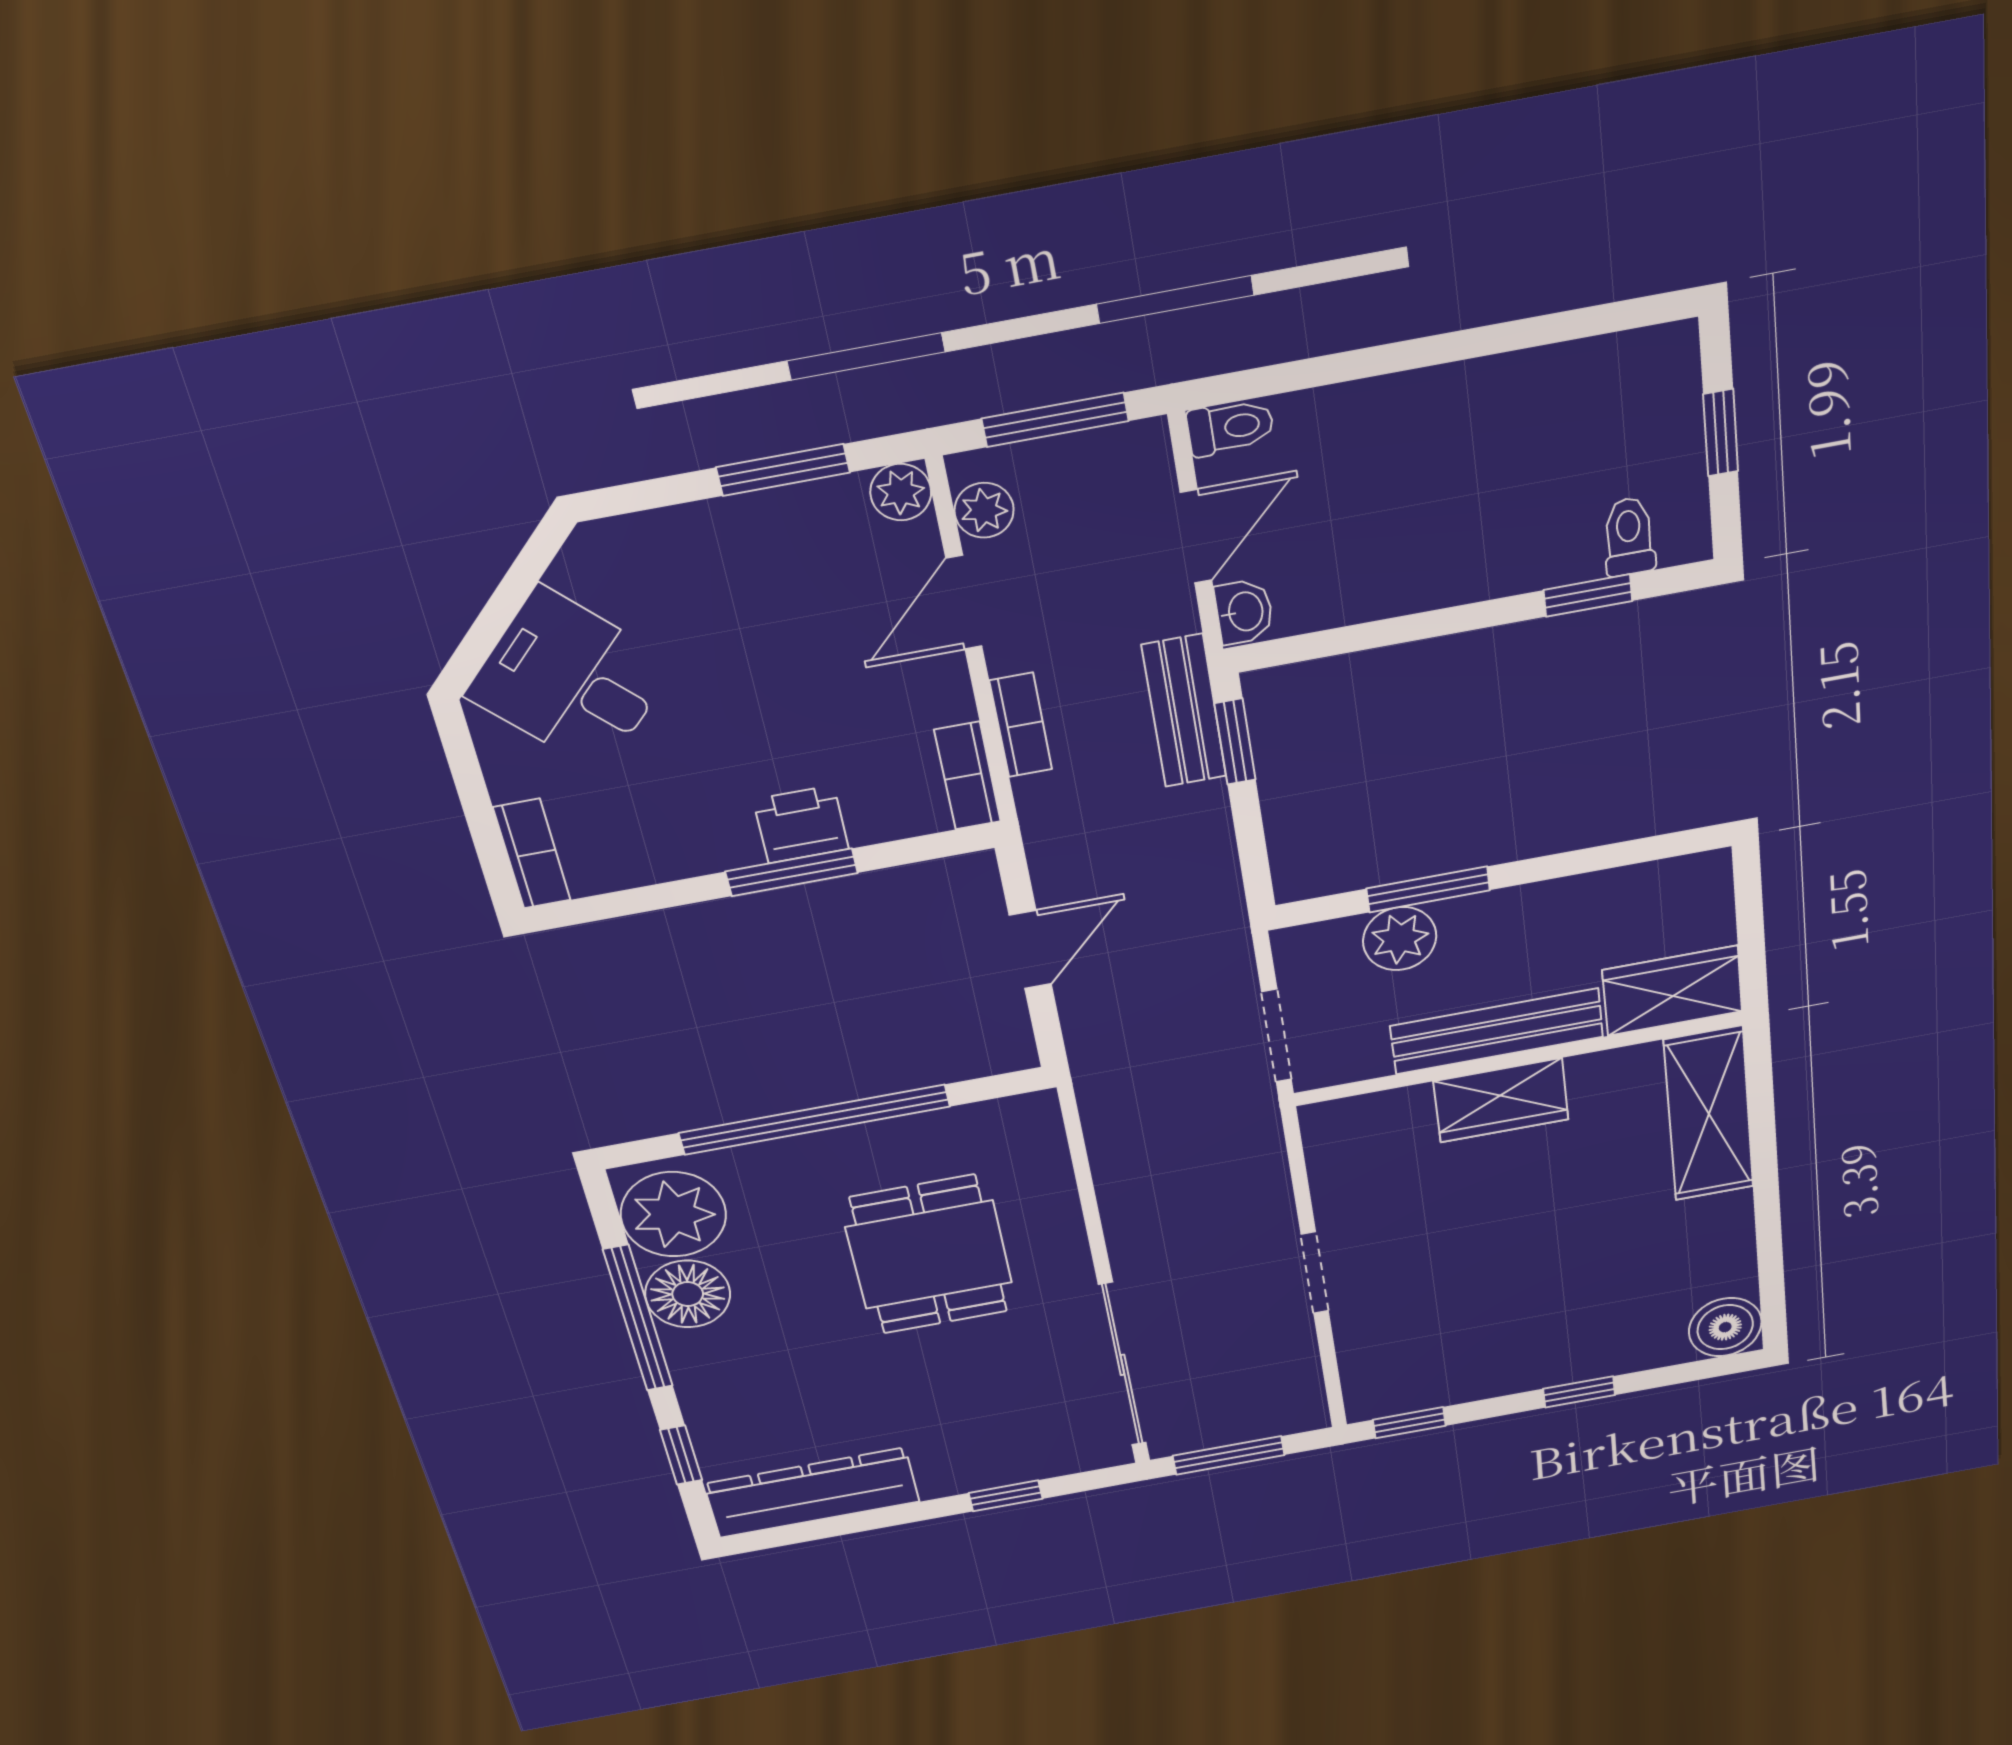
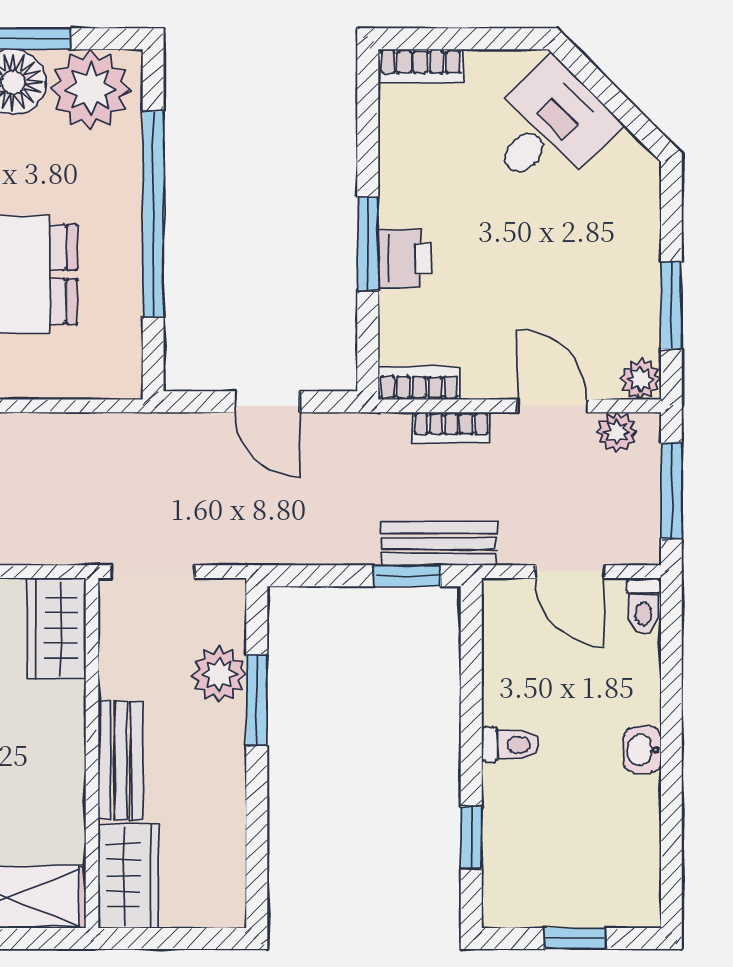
toilet: (1629, 537) -> (510, 745), moved
washbasin: (1244, 612) -> (642, 750), moved, turned 90
bench: (1497, 1031) -> (121, 760), width x0.73
wardrobe: (1501, 1100) -> (56, 628), moved

